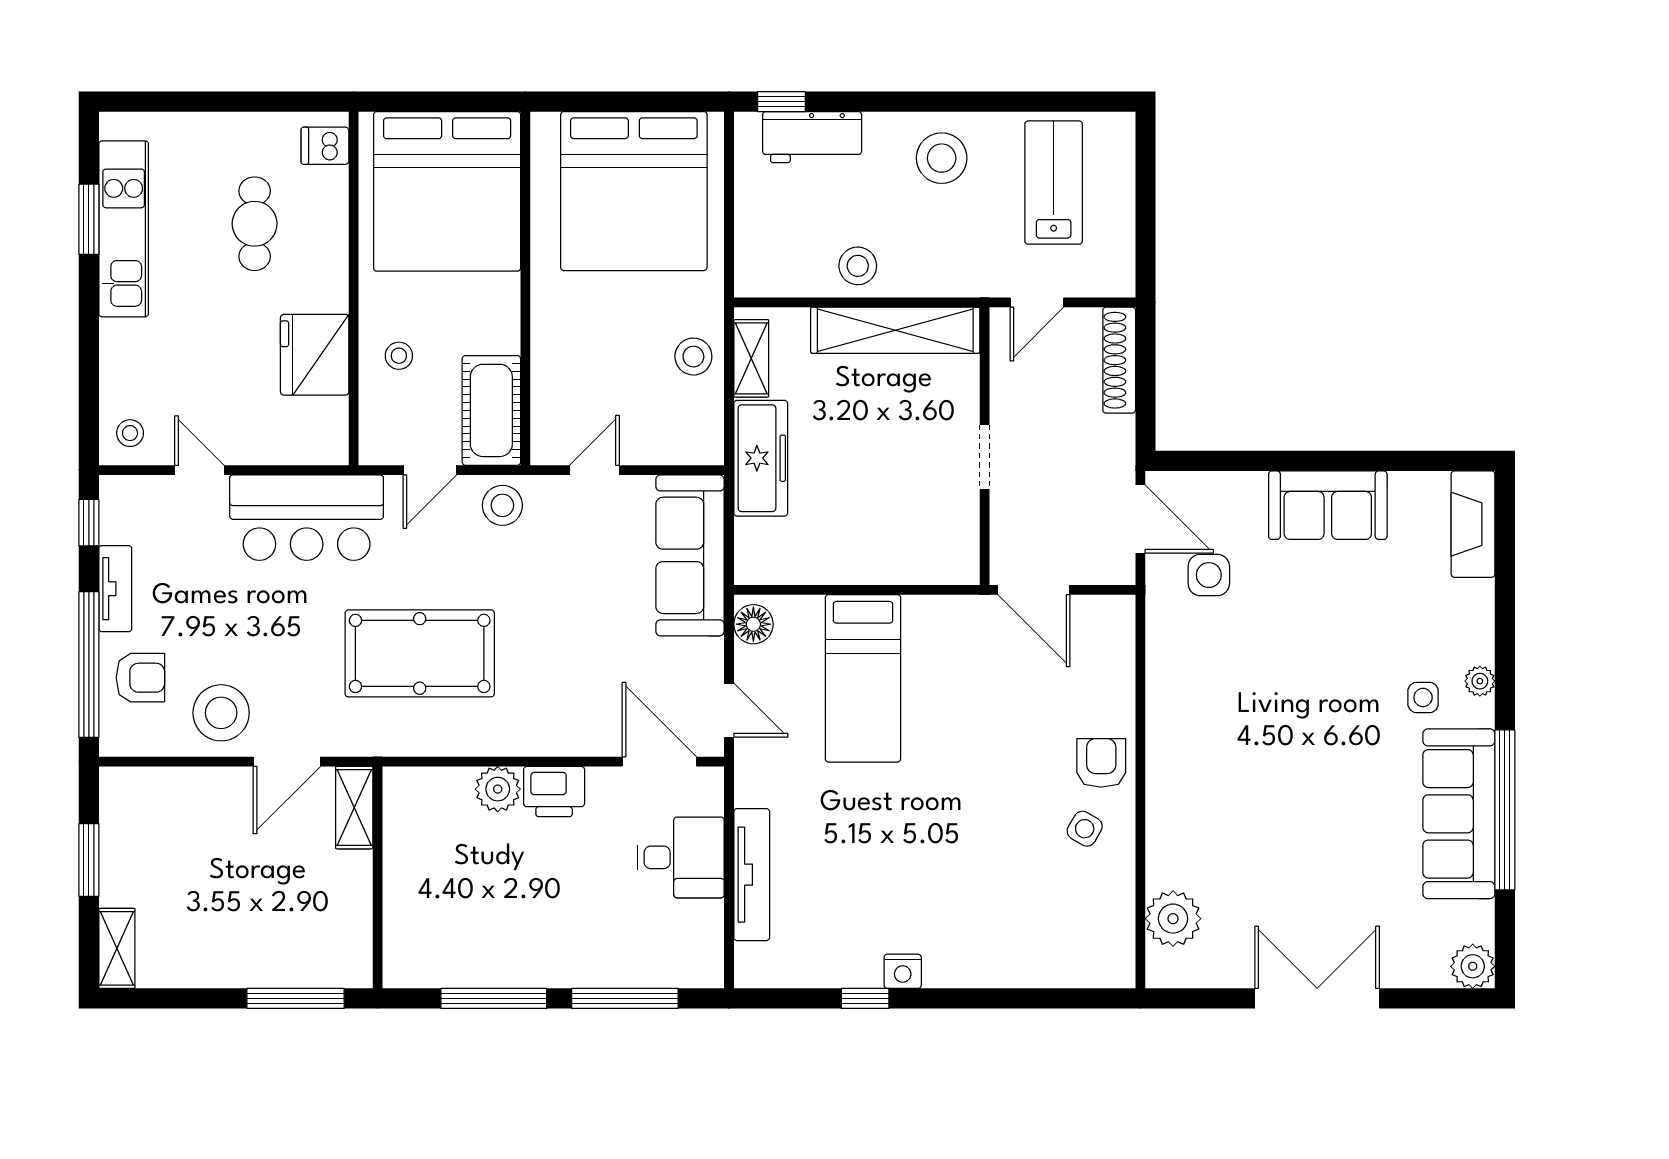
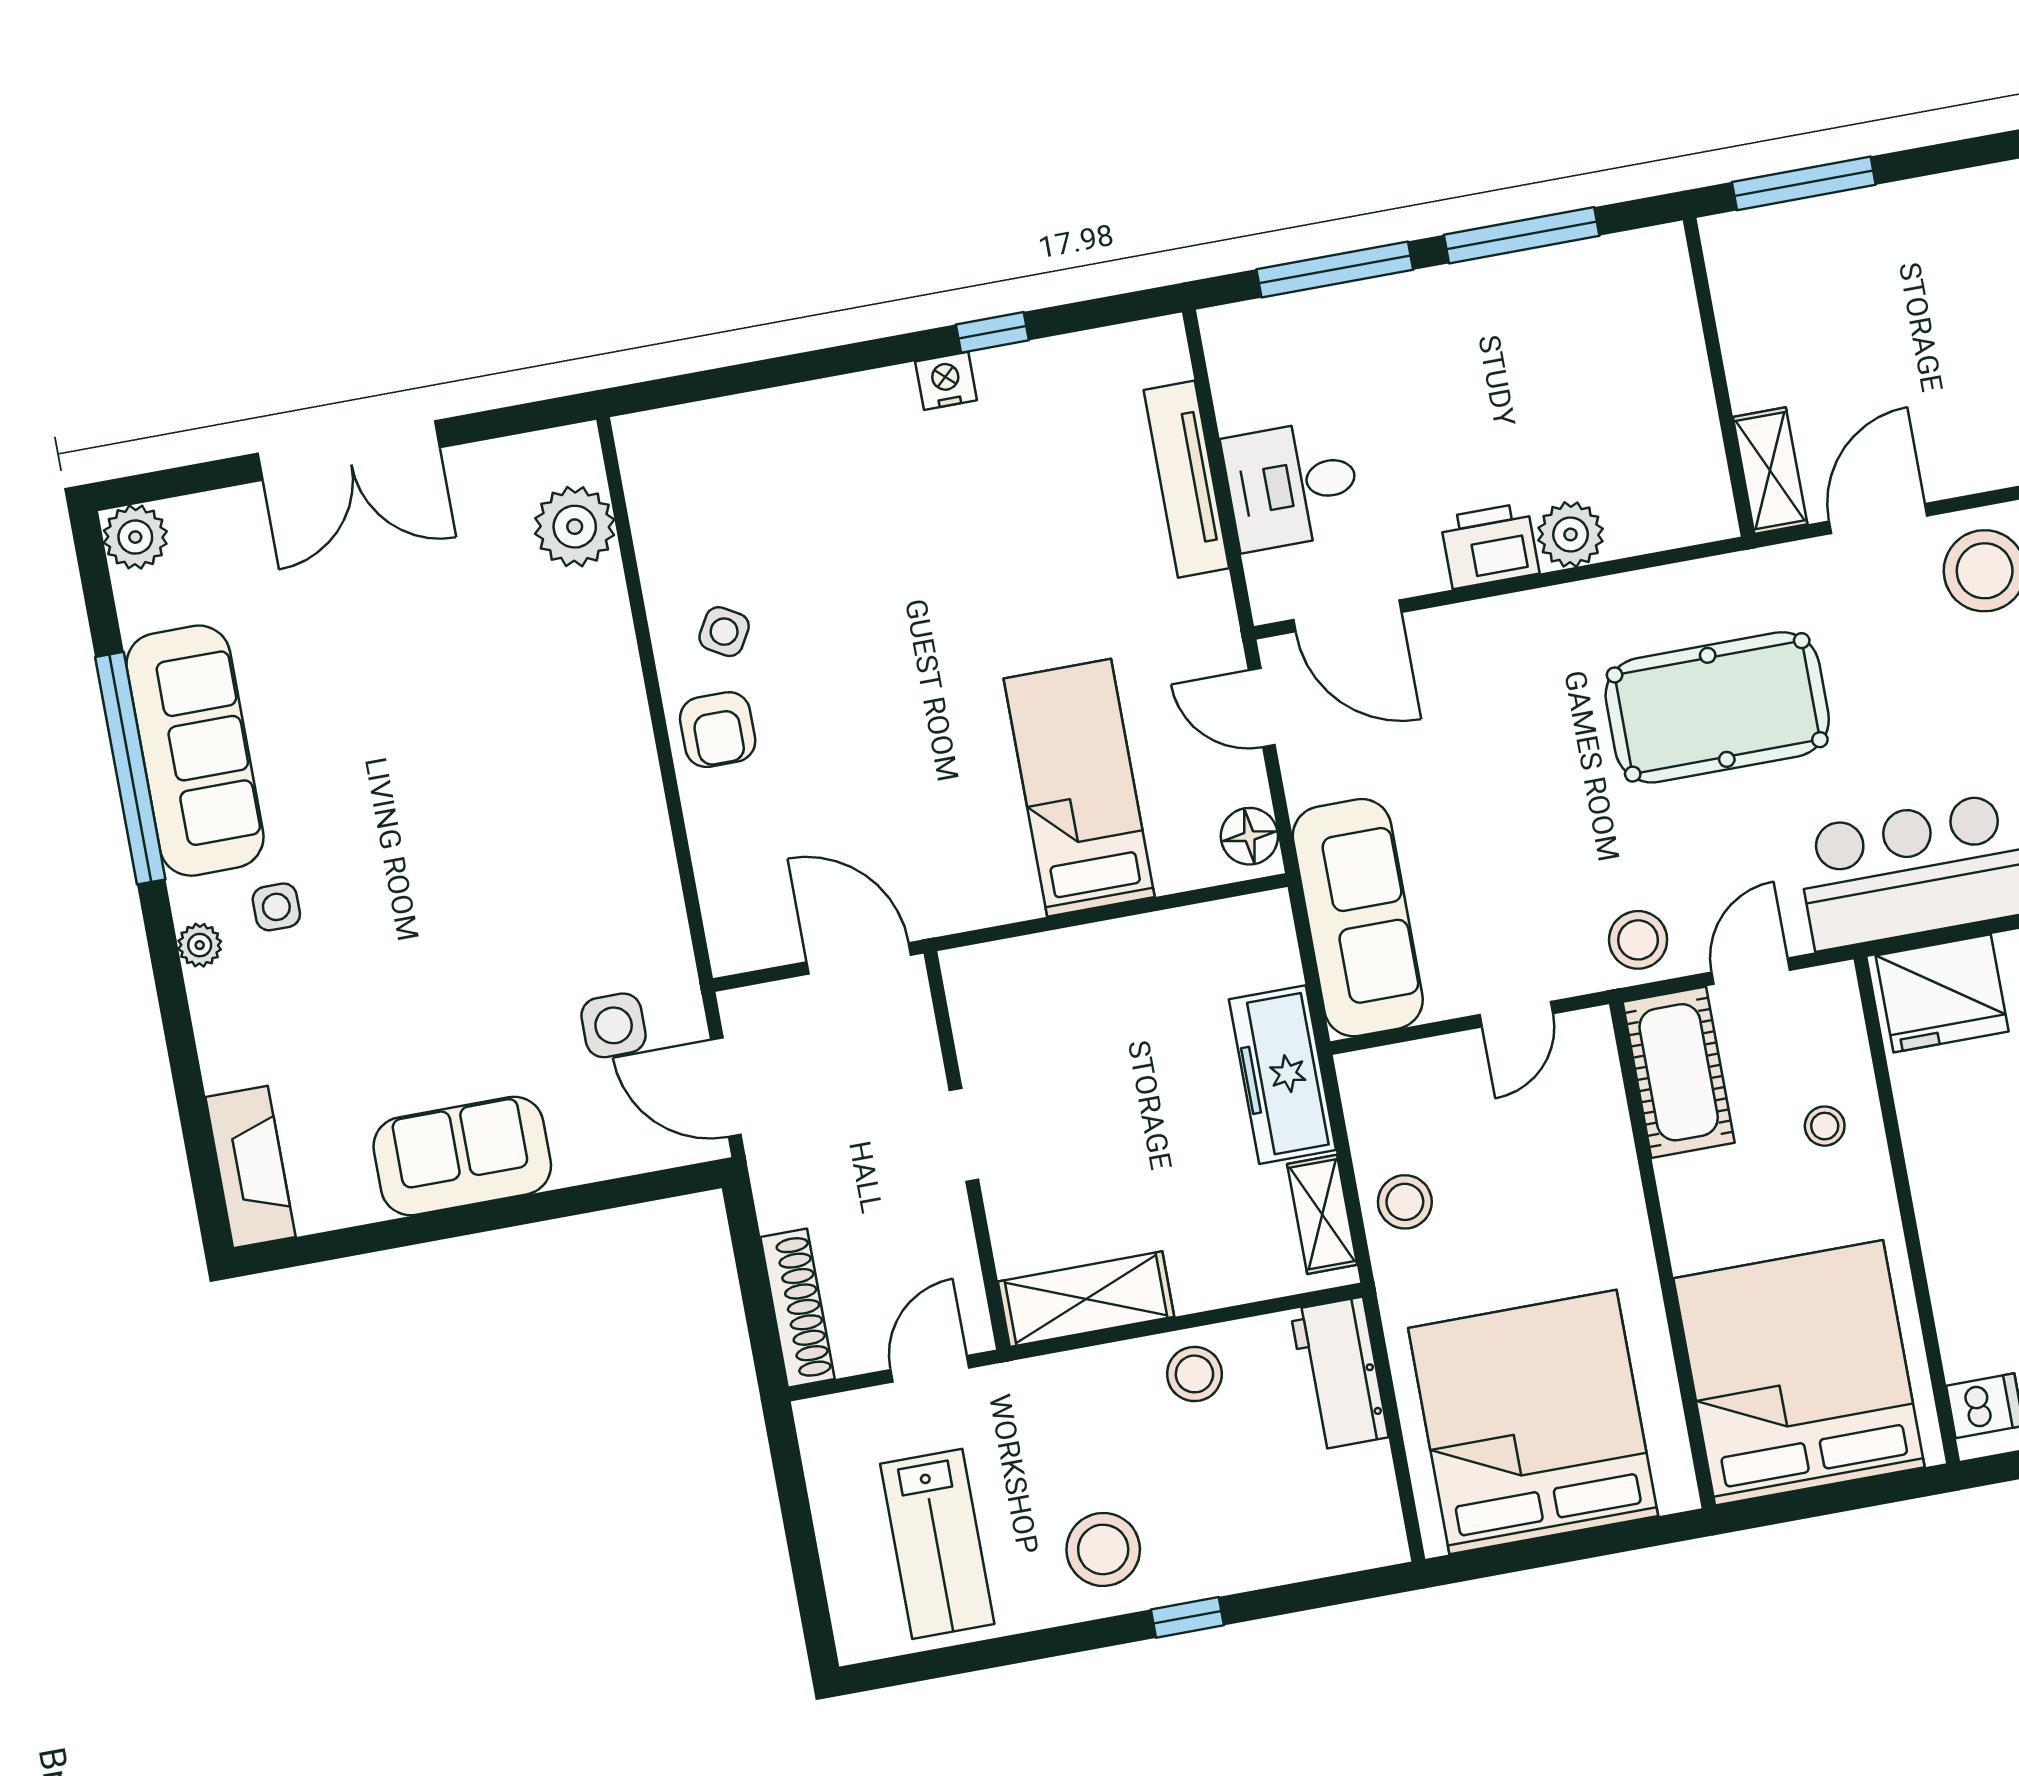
window: (781, 102) -> (1187, 1617), moved
workbench: (812, 137) -> (1339, 1374), moved, turned -90
shelving: (895, 330) -> (1086, 1299), width x0.68
fridge: (315, 355) -> (1942, 993), moved, turned 90

